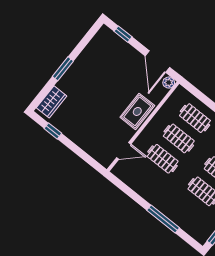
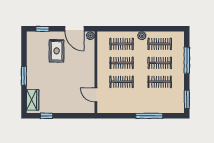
rug: (137, 111) -> (57, 51), moved
door: (124, 151) -> (96, 95), swing flipped

